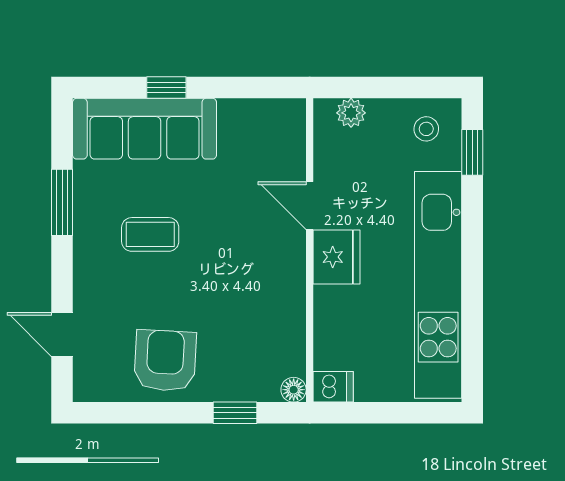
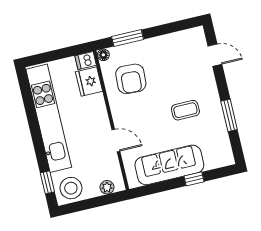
sofa: (145, 129) -> (169, 165), moved
stool: (426, 129) -> (71, 188), width x1.89, depth x1.89
fridge: (336, 257) -> (89, 82), moved
armchair: (165, 361) -> (131, 79), moved
window: (235, 413) -> (128, 38), width x1.50

